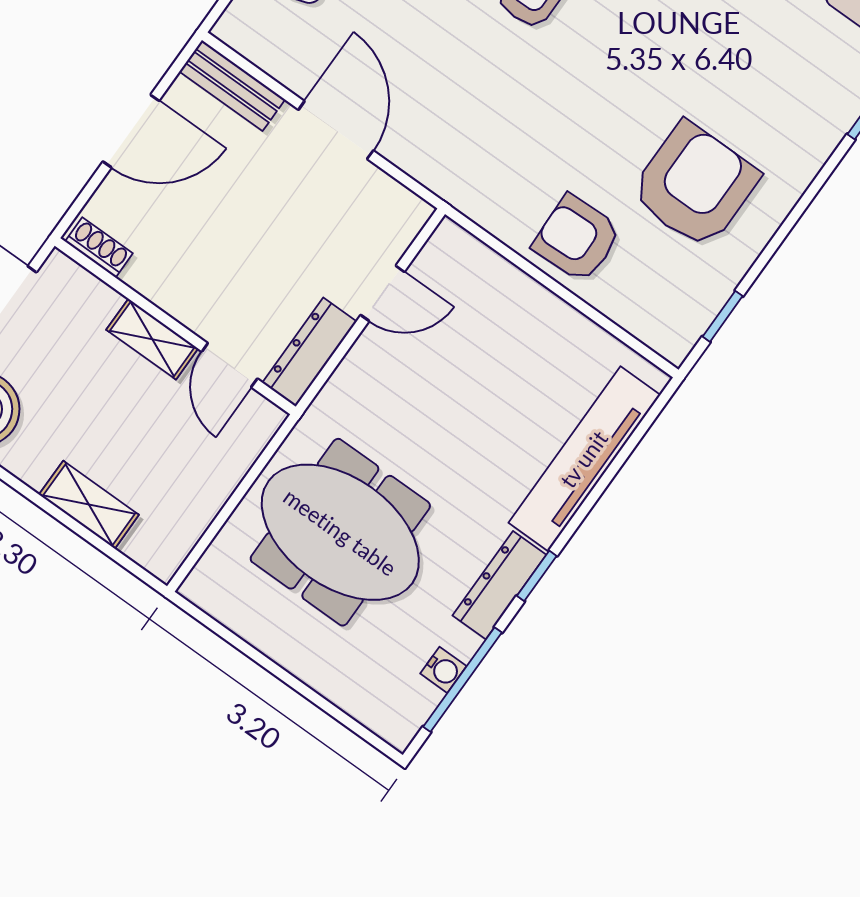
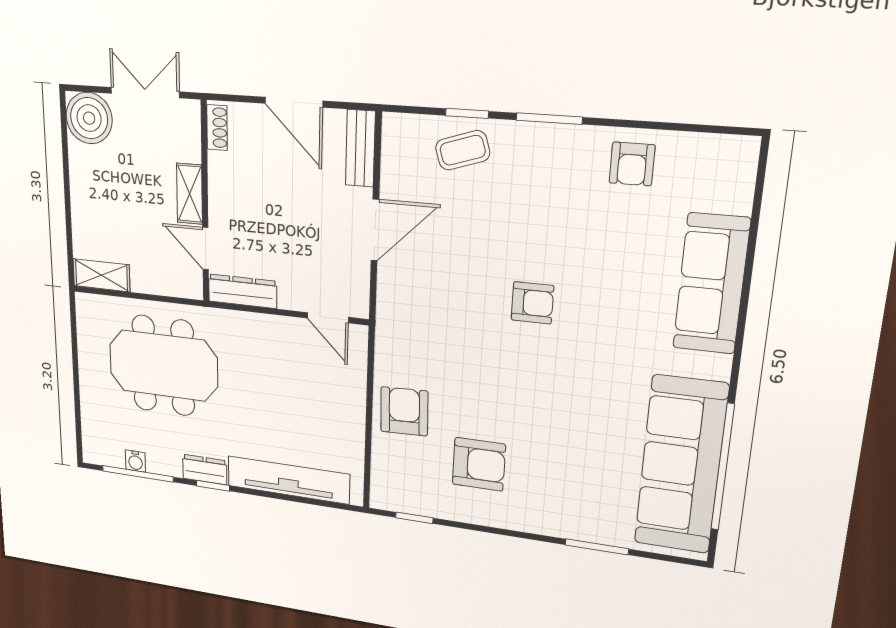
armchair: (695, 185) -> (479, 464), width x0.73, depth x0.73
door: (383, 293) -> (328, 318), moved
door: (229, 365) -> (206, 249), hinge flipped
shelving: (89, 505) -> (101, 275), moved, turned 90
meeting table: (340, 532) -> (163, 366), turned 90
dresser: (499, 585) -> (205, 470), width x0.70

